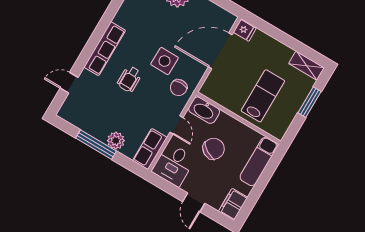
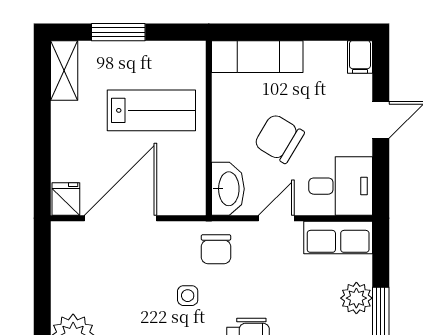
door: (220, 51) -> (120, 218), swing flipped
side table: (165, 61) -> (188, 296), width x0.54, depth x0.54
chair: (179, 88) -> (216, 249), turned 90
lab bench: (263, 96) -> (151, 110), turned 180
filing cabinet: (233, 204) -> (360, 57), width x0.50

